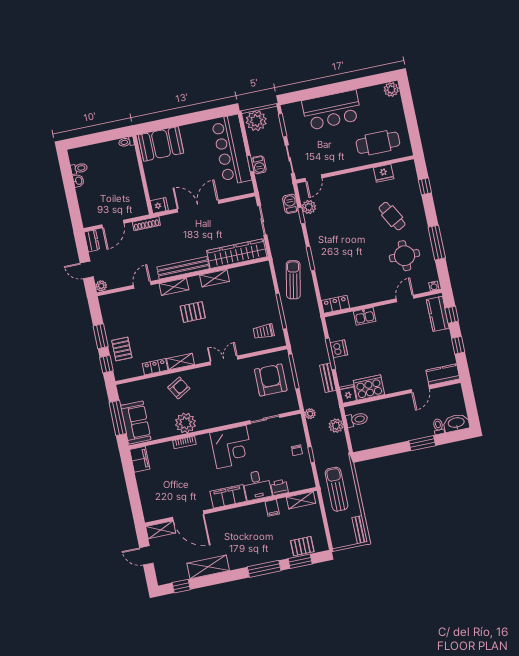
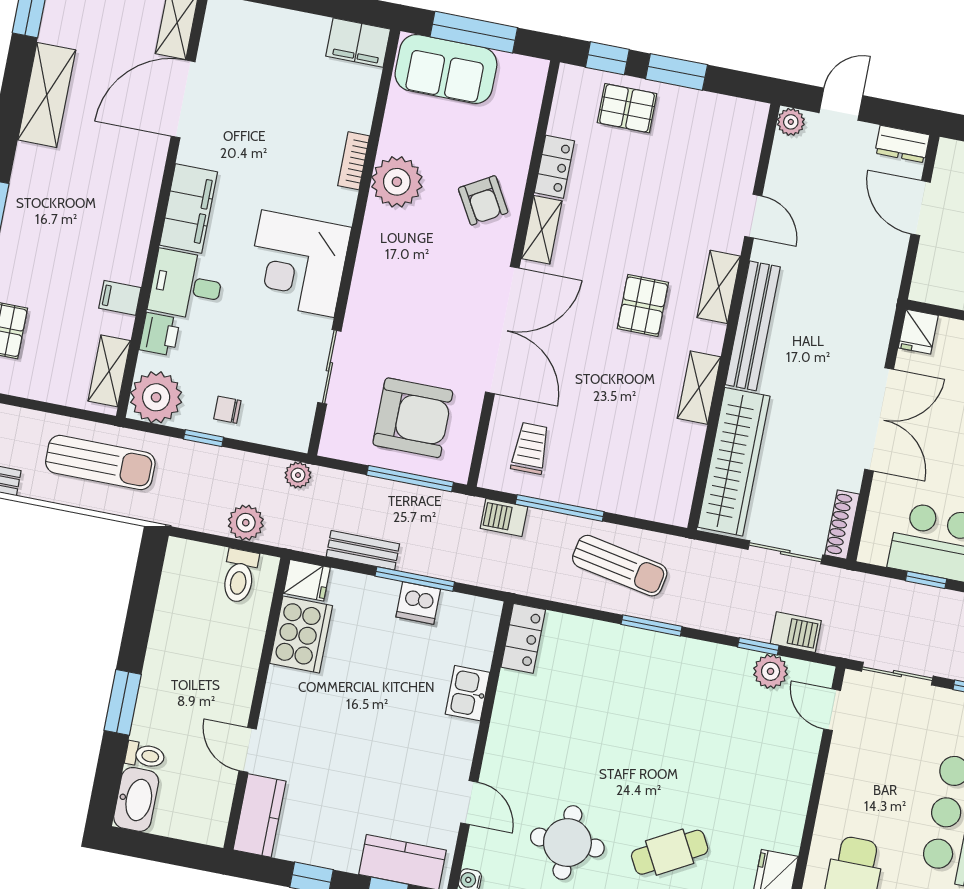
barbecue: (259, 165) -> (504, 517), moved
shoe rack: (146, 224) -> (842, 525), moved
double door: (224, 360) -> (502, 330), width x1.87
plant: (303, 479) -> (156, 397), added

